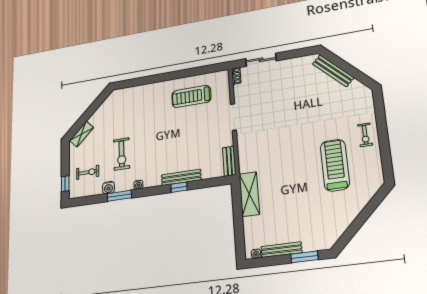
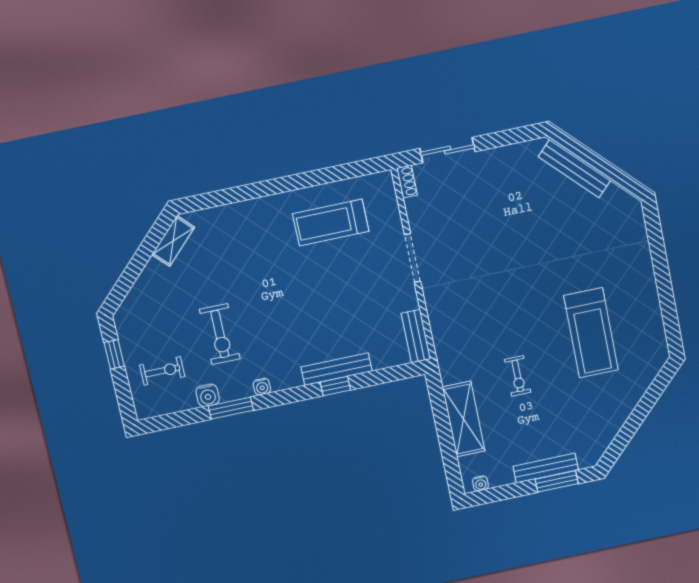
shelving: (82, 134) -> (173, 241), moved
exercise bike: (365, 135) -> (518, 376), moved
treadmill: (335, 165) -> (591, 333), turned 180
window: (65, 184) -> (114, 354), moved
shelving: (249, 194) -> (464, 419), moved
bench: (281, 250) -> (546, 468), moved

